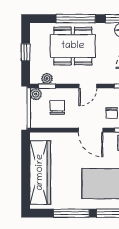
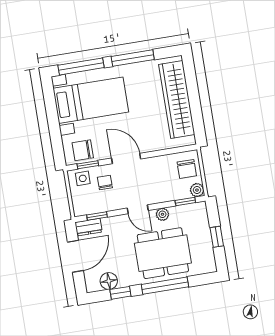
plant: (47, 79) -> (162, 214), moved
door: (88, 86) -> (138, 209), swing flipped
chair: (57, 107) -> (187, 169), moved

